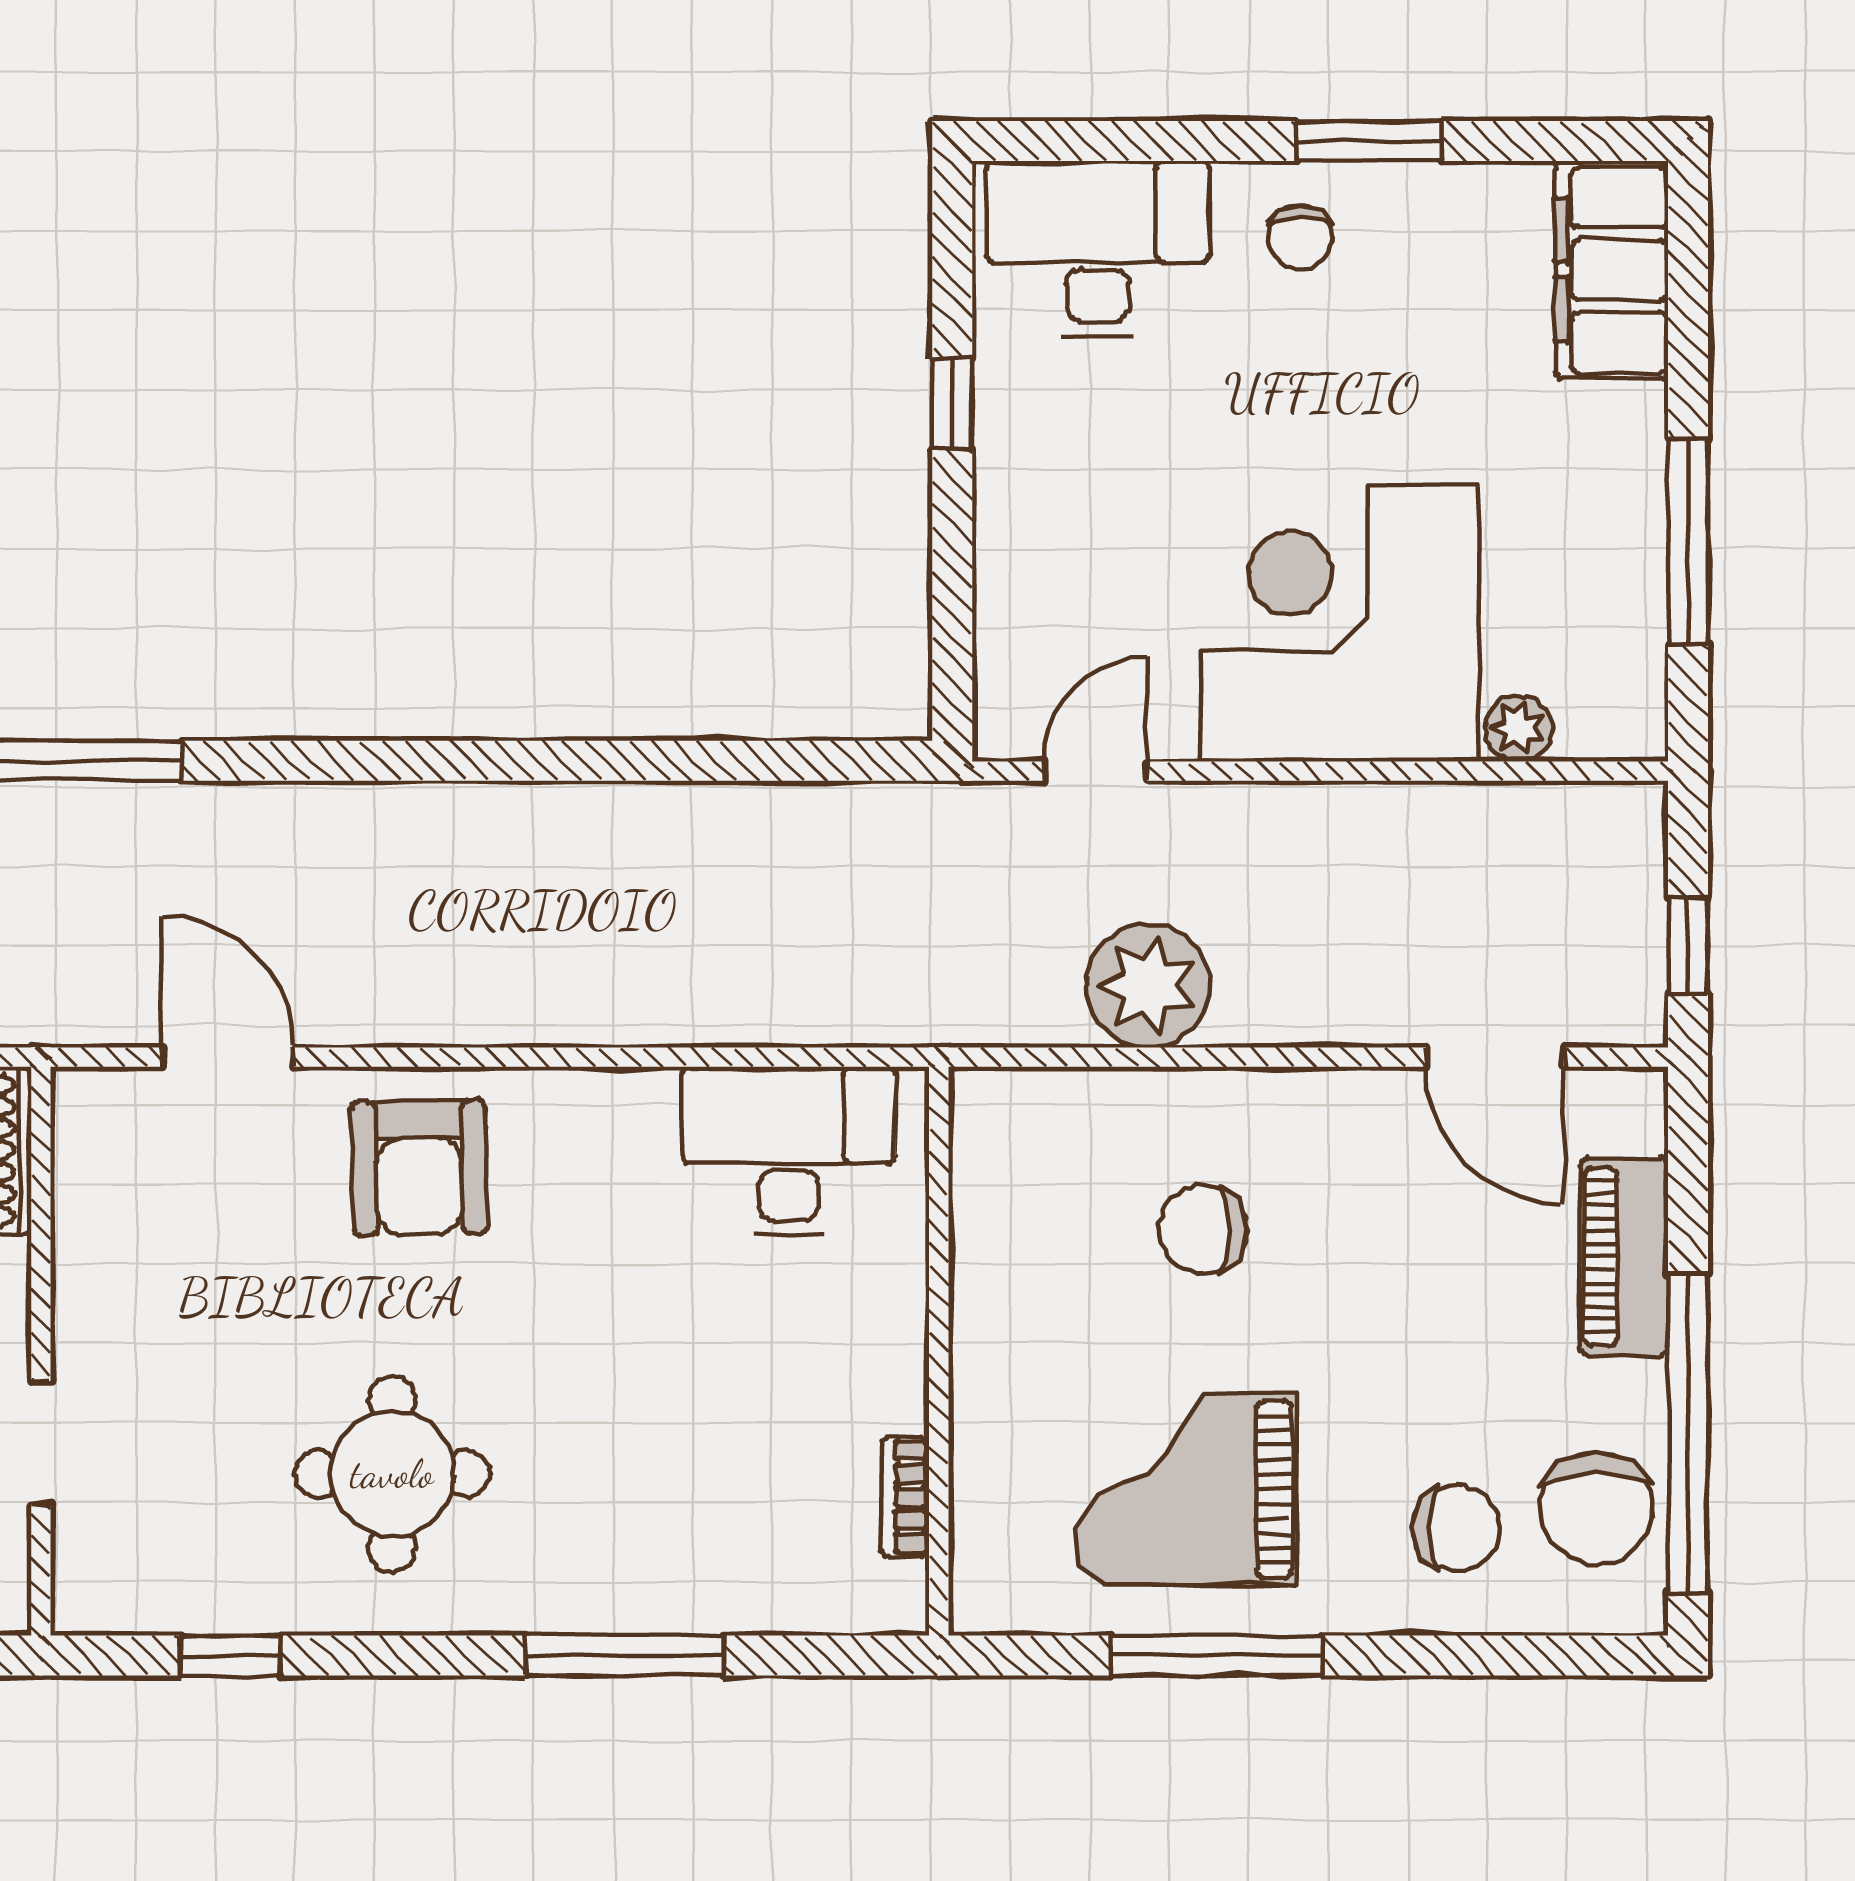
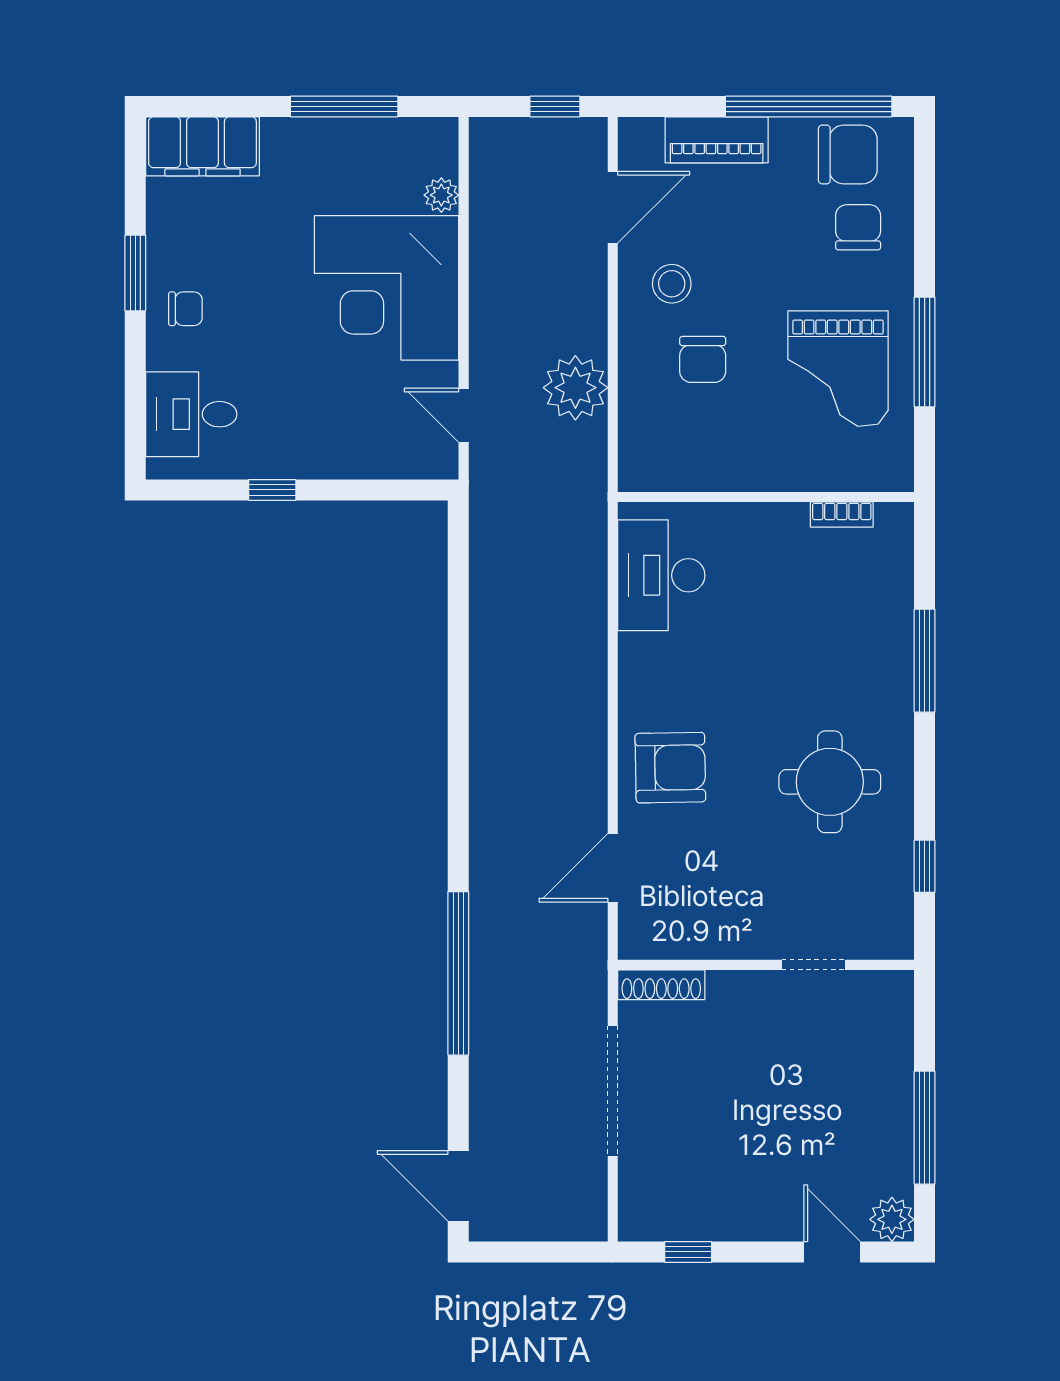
desk: (1098, 248) -> (191, 414), width x0.73
stool: (1348, 1170) -> (672, 284), added

